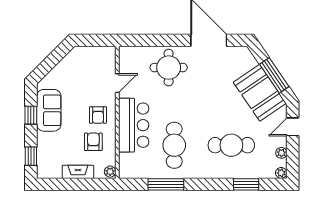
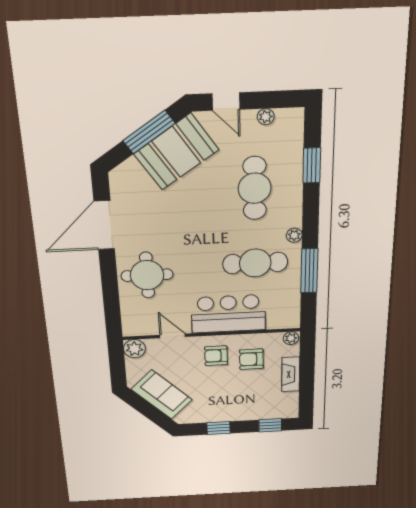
plant: (108, 54) -> (134, 349), added
sofa: (49, 110) -> (162, 395), moved, turned 45
armchair: (98, 115) -> (216, 356), turned 180
plant: (281, 173) -> (294, 235), moved

